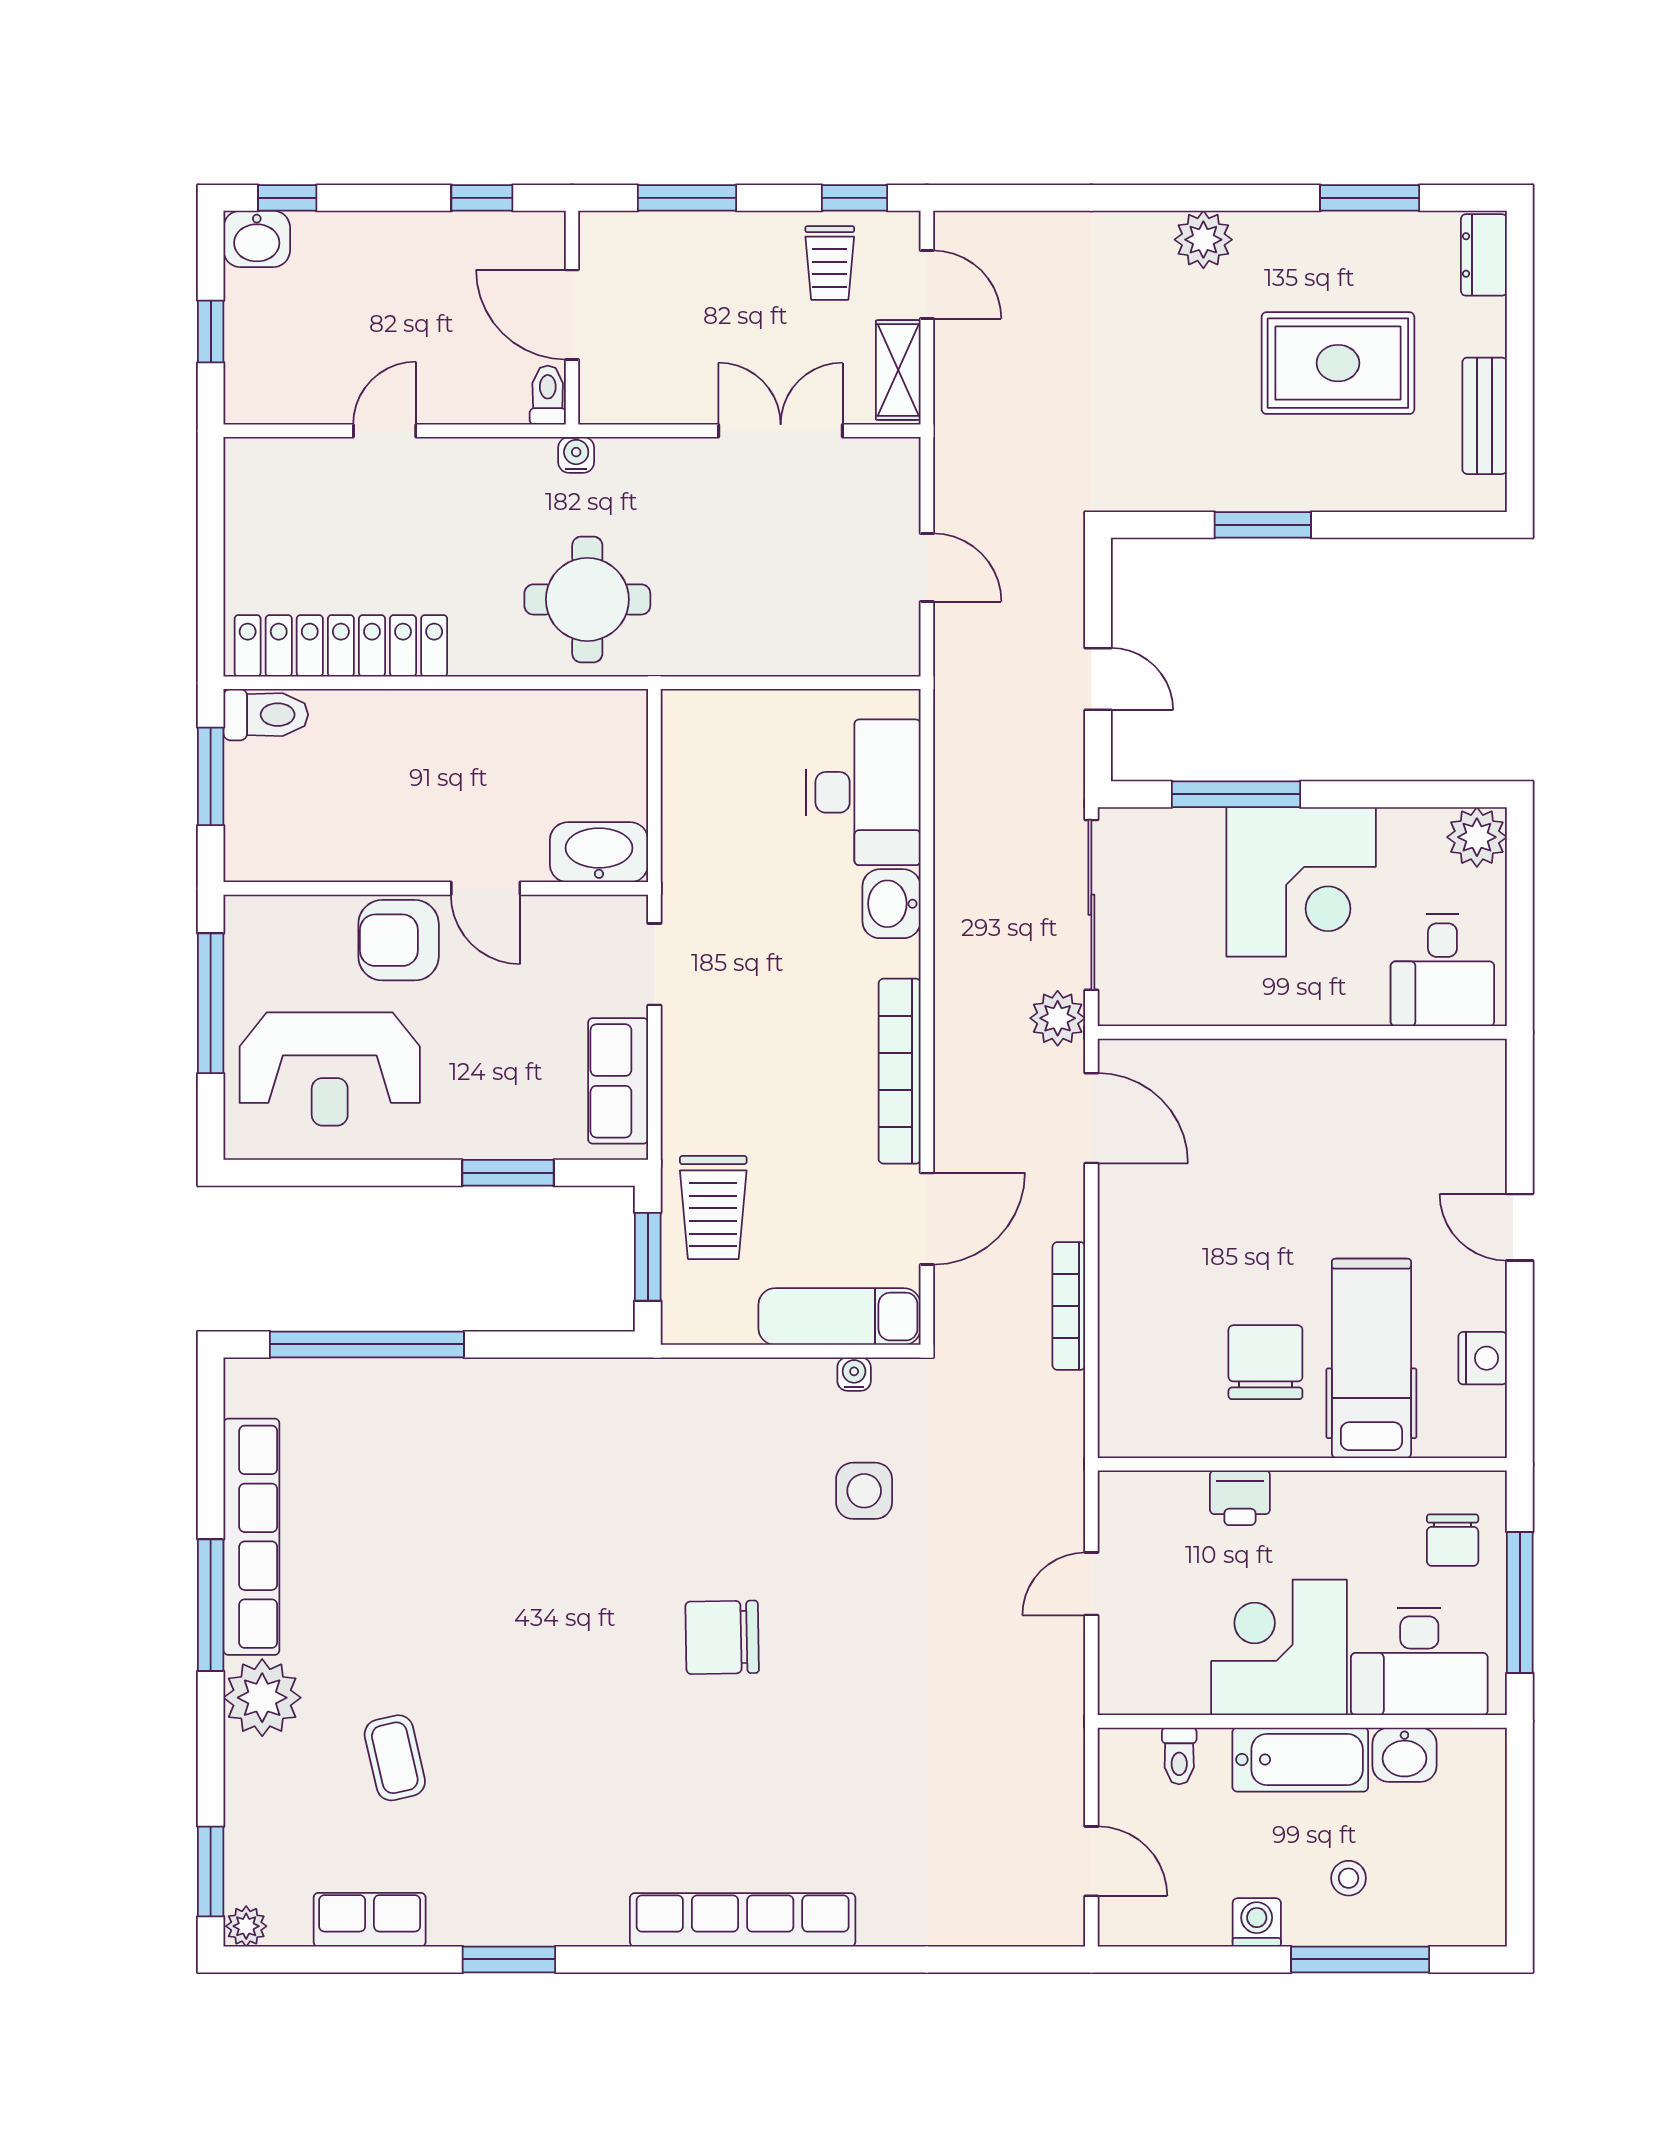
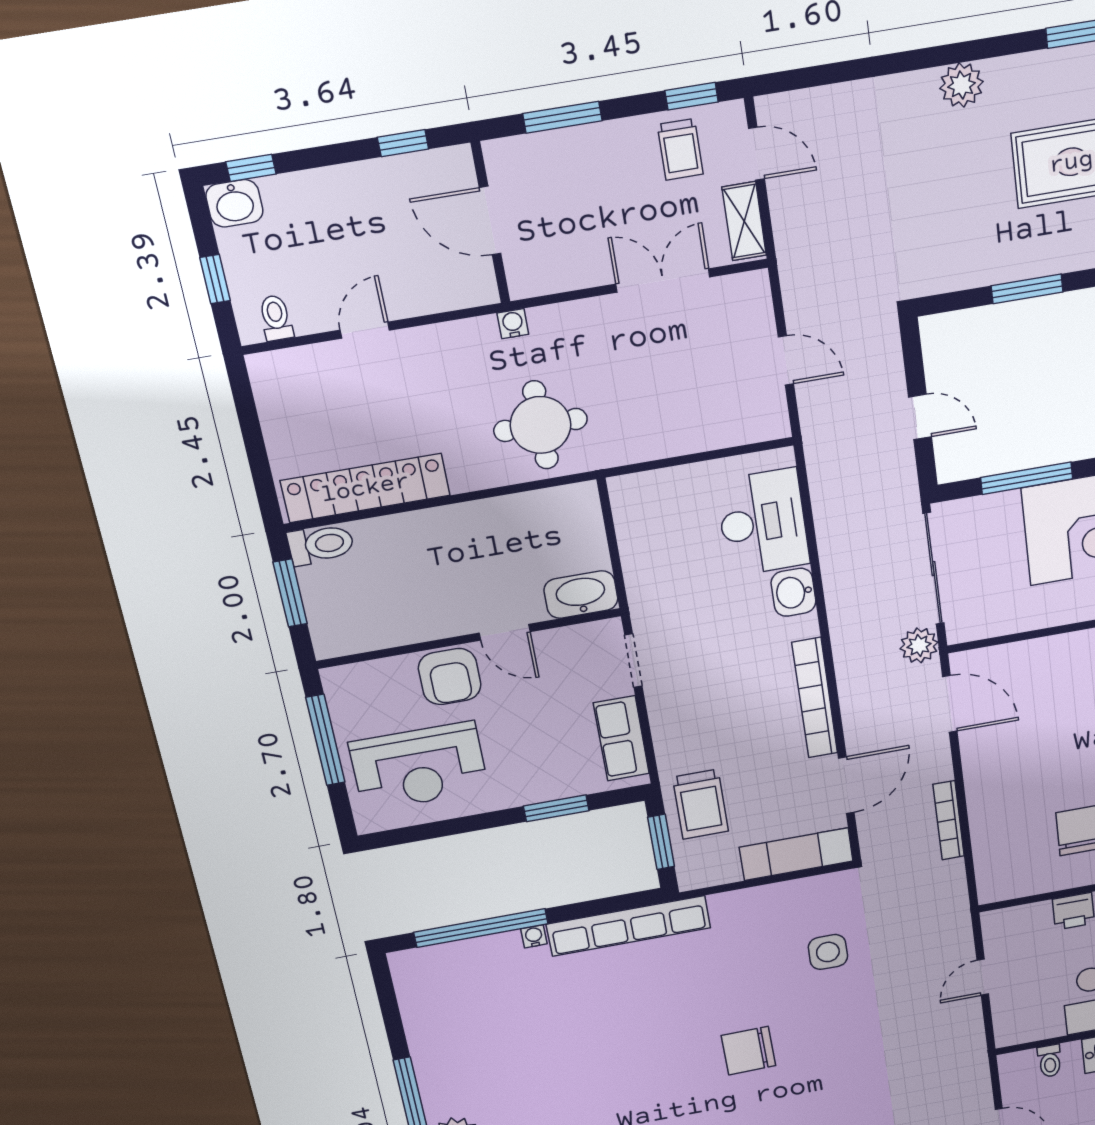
toilet: (548, 395) -> (276, 318), moved
armchair: (399, 940) -> (450, 677), turned -90
water cooler: (854, 1374) -> (534, 936), moved
row of seats: (251, 1537) -> (629, 926), moved, turned 90

